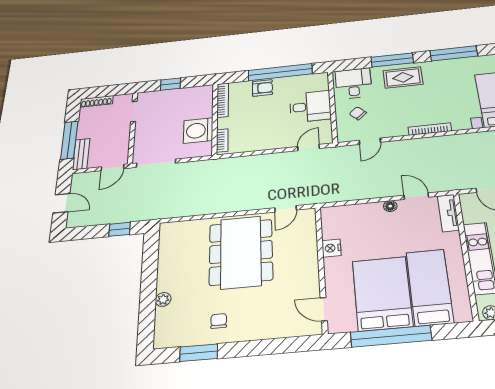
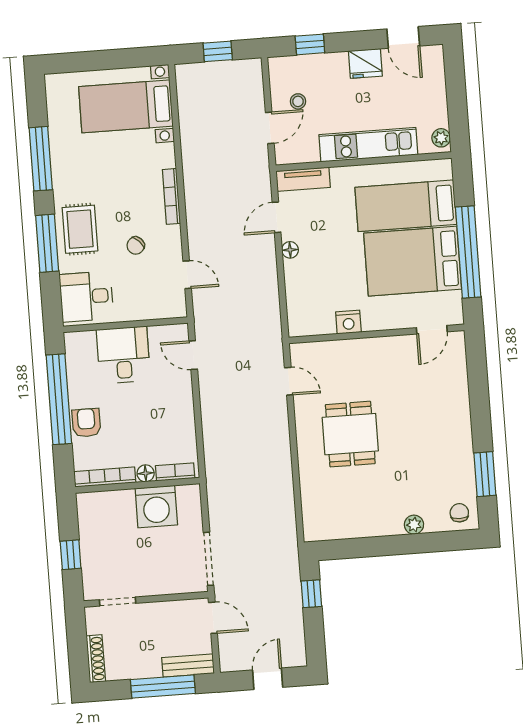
chair: (358, 113) -> (136, 245), moved
floor lamp: (223, 123) -> (146, 473), added
dining table: (241, 252) -> (350, 434), width x0.53, depth x0.80
chair: (219, 321) -> (459, 513), moved, turned 90

